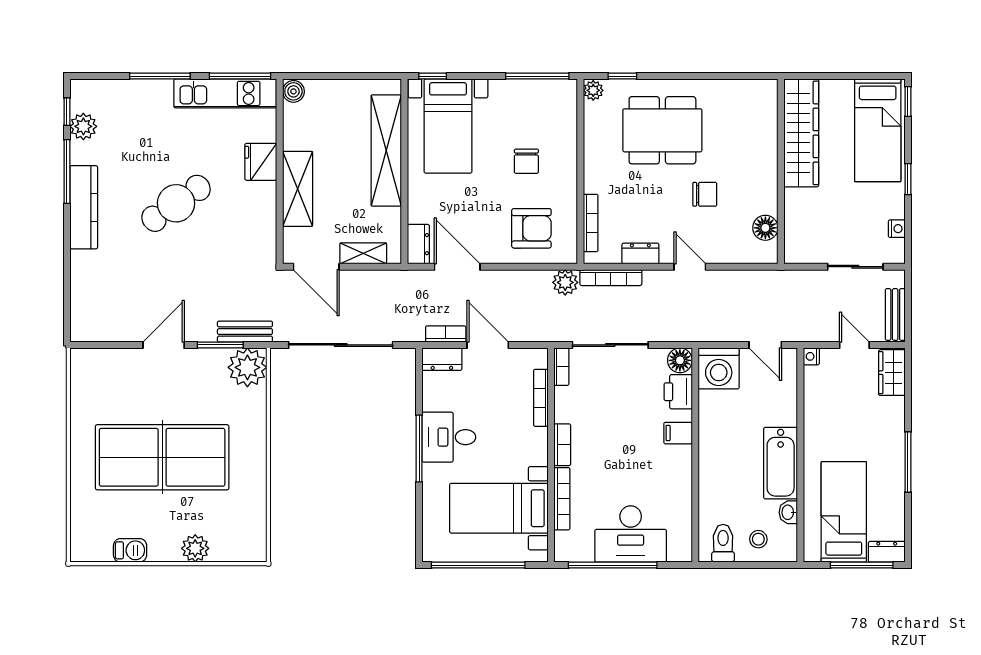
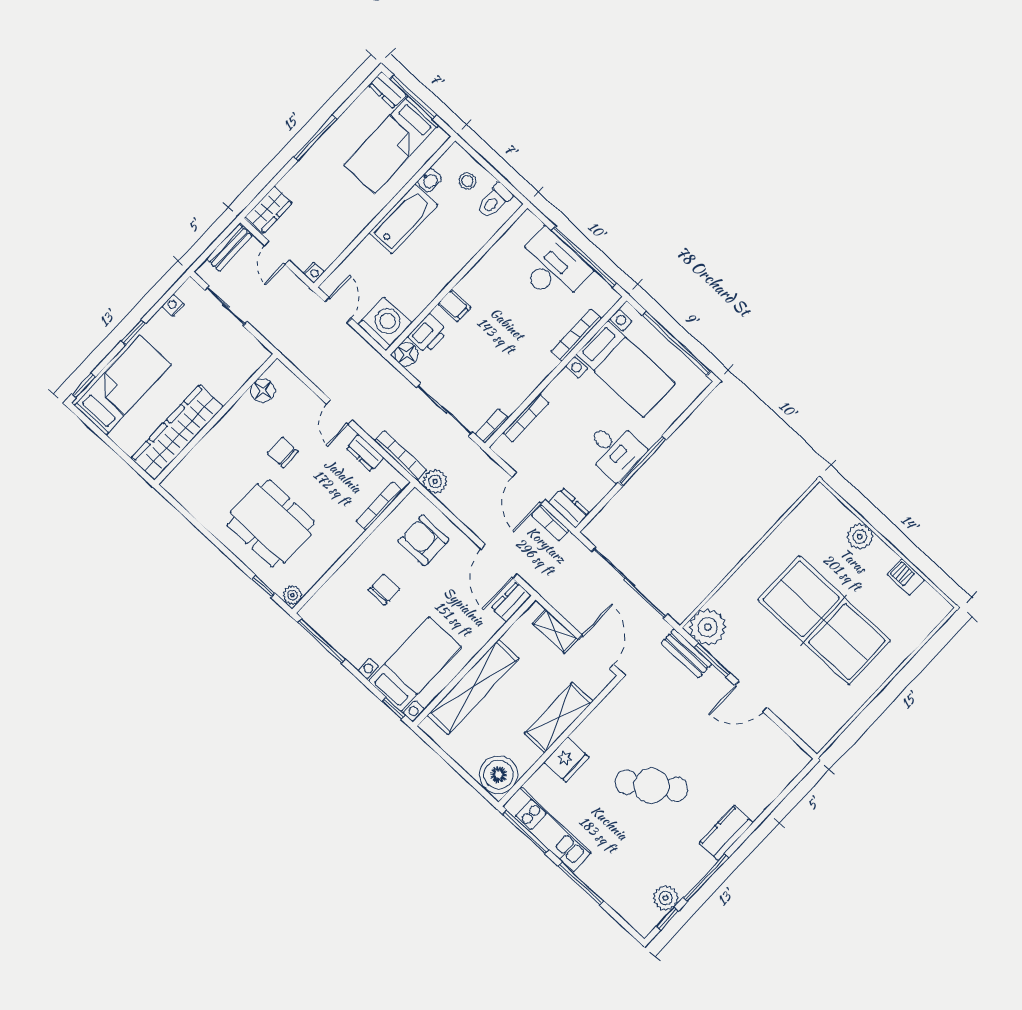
boiler: (293, 91) -> (499, 775), width x1.86, depth x1.86
kitchen counter: (84, 207) -> (726, 833), width x0.67
bookcase: (562, 445) -> (541, 372), removed

